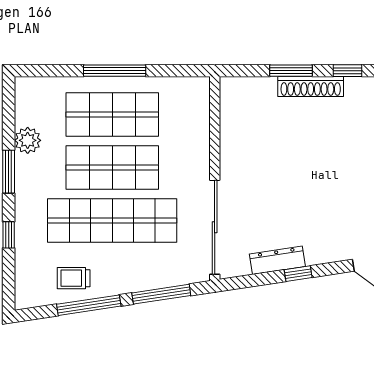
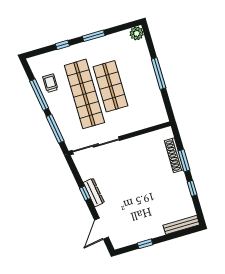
shoe rack: (311, 87) -> (174, 155), moved
shop shelf: (112, 114) -> (137, 79), removed
plant: (28, 140) -> (137, 33), moved
dresser: (277, 260) -> (94, 192), moved

